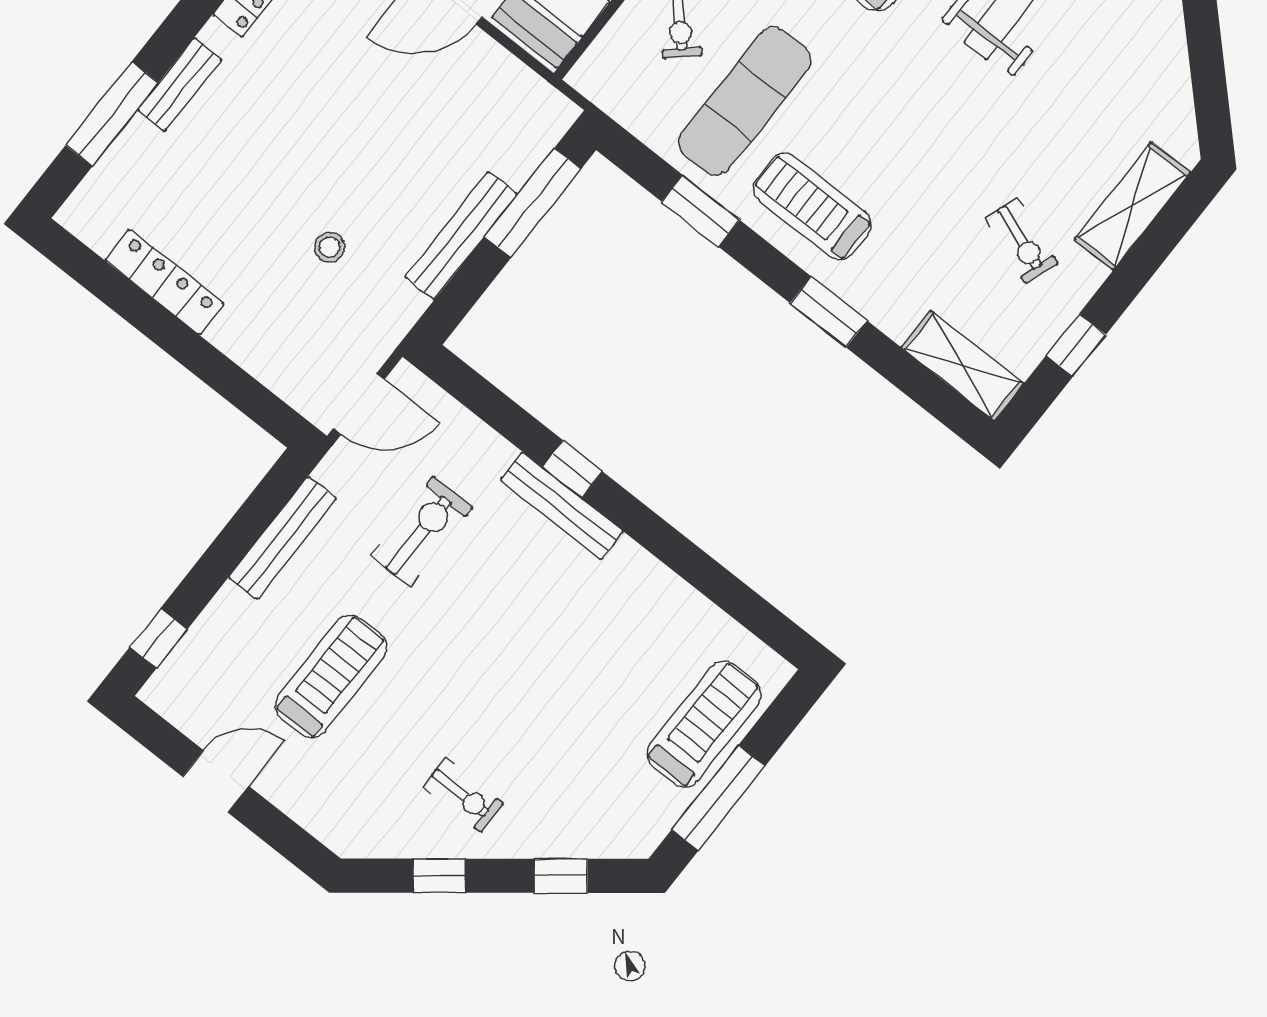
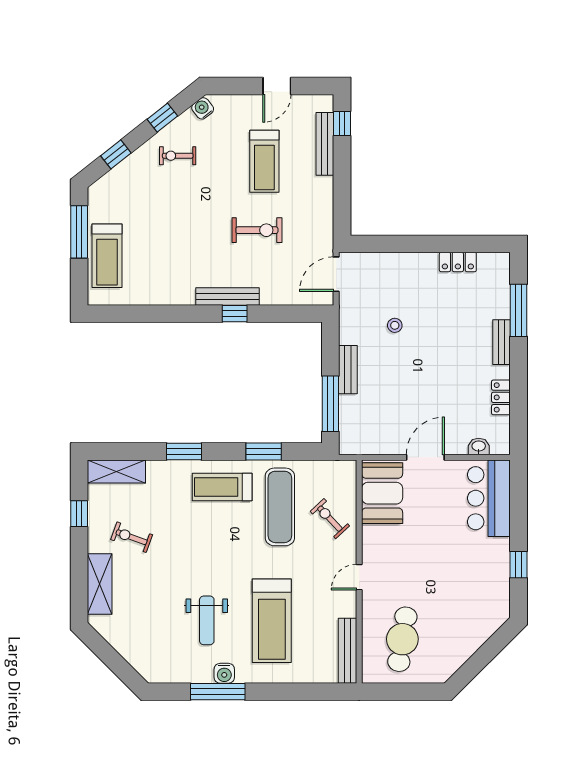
treadmill: (812, 206) -> (222, 487), turned 180
bench: (461, 235) -> (348, 370), width x0.73
locker: (164, 282) -> (458, 262), width x0.66
exercise bike: (422, 532) -> (257, 230), moved, turned -90
bench: (282, 538) -> (325, 144), moved
water cooler: (363, 840) -> (203, 108), added

